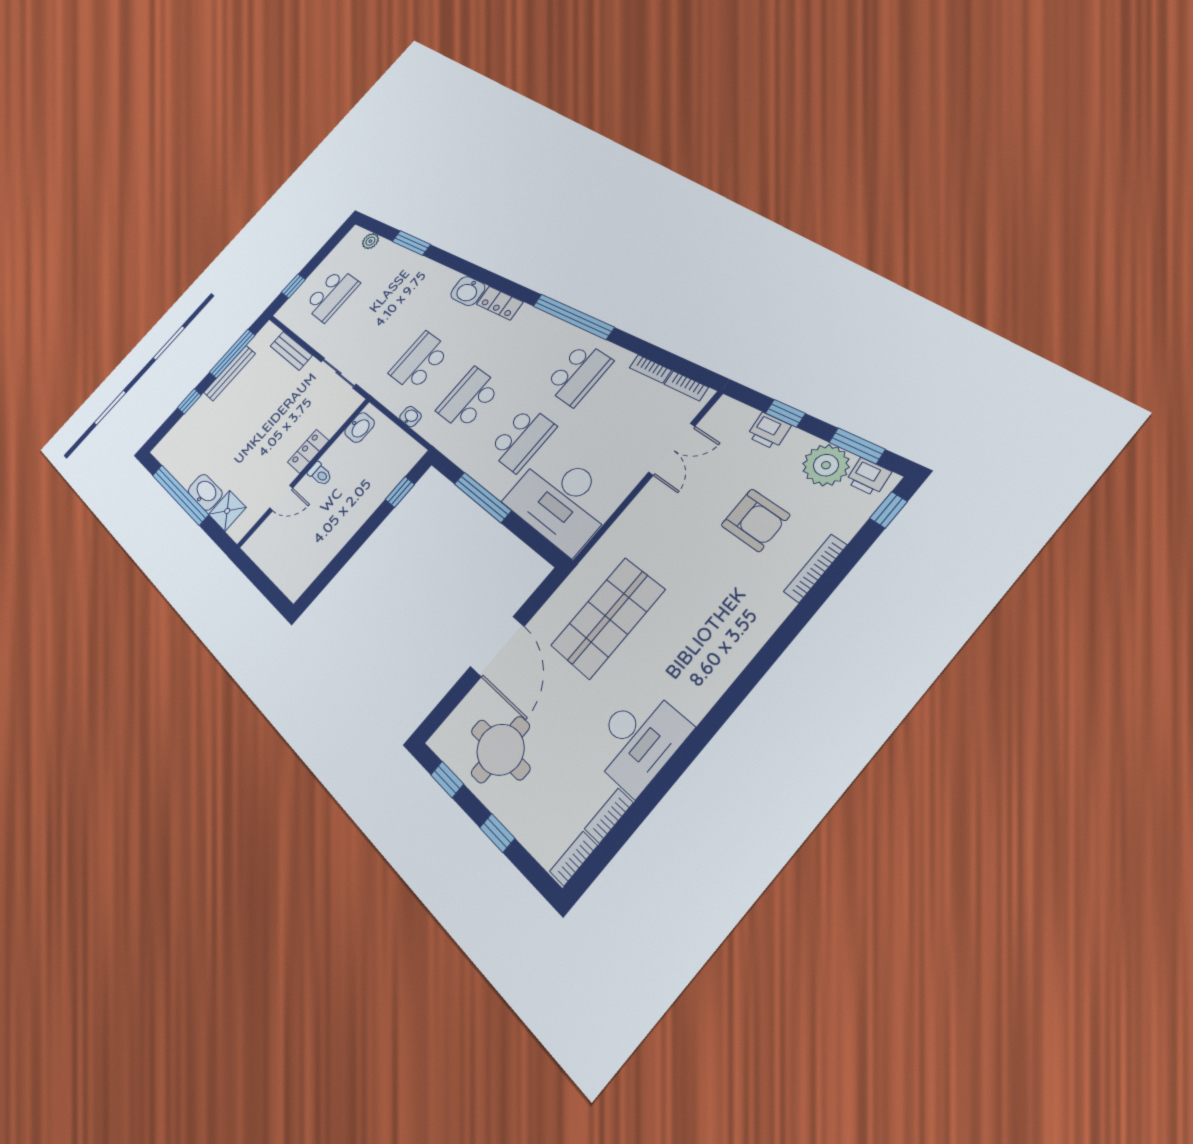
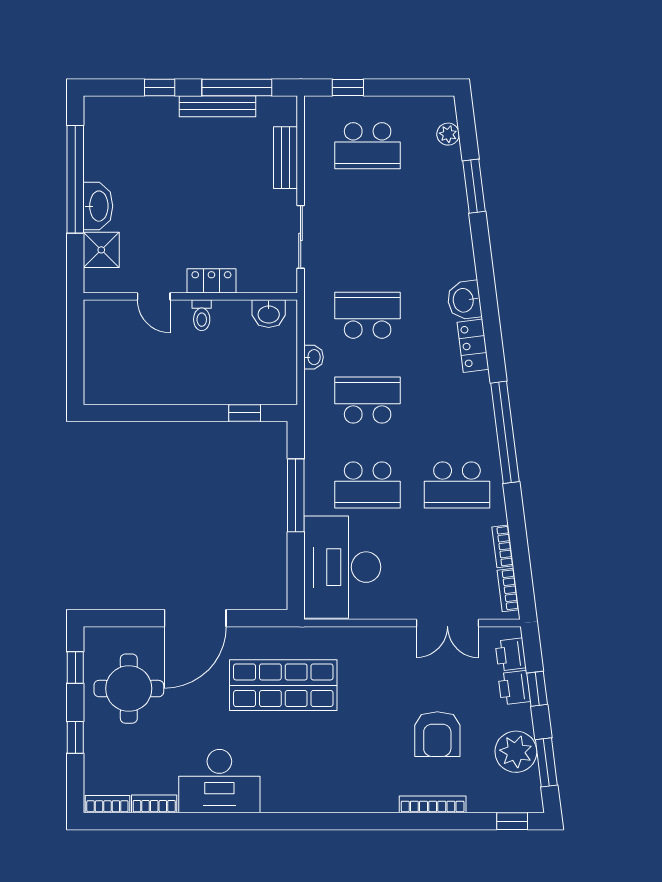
printer: (868, 477) -> (511, 655), moved

